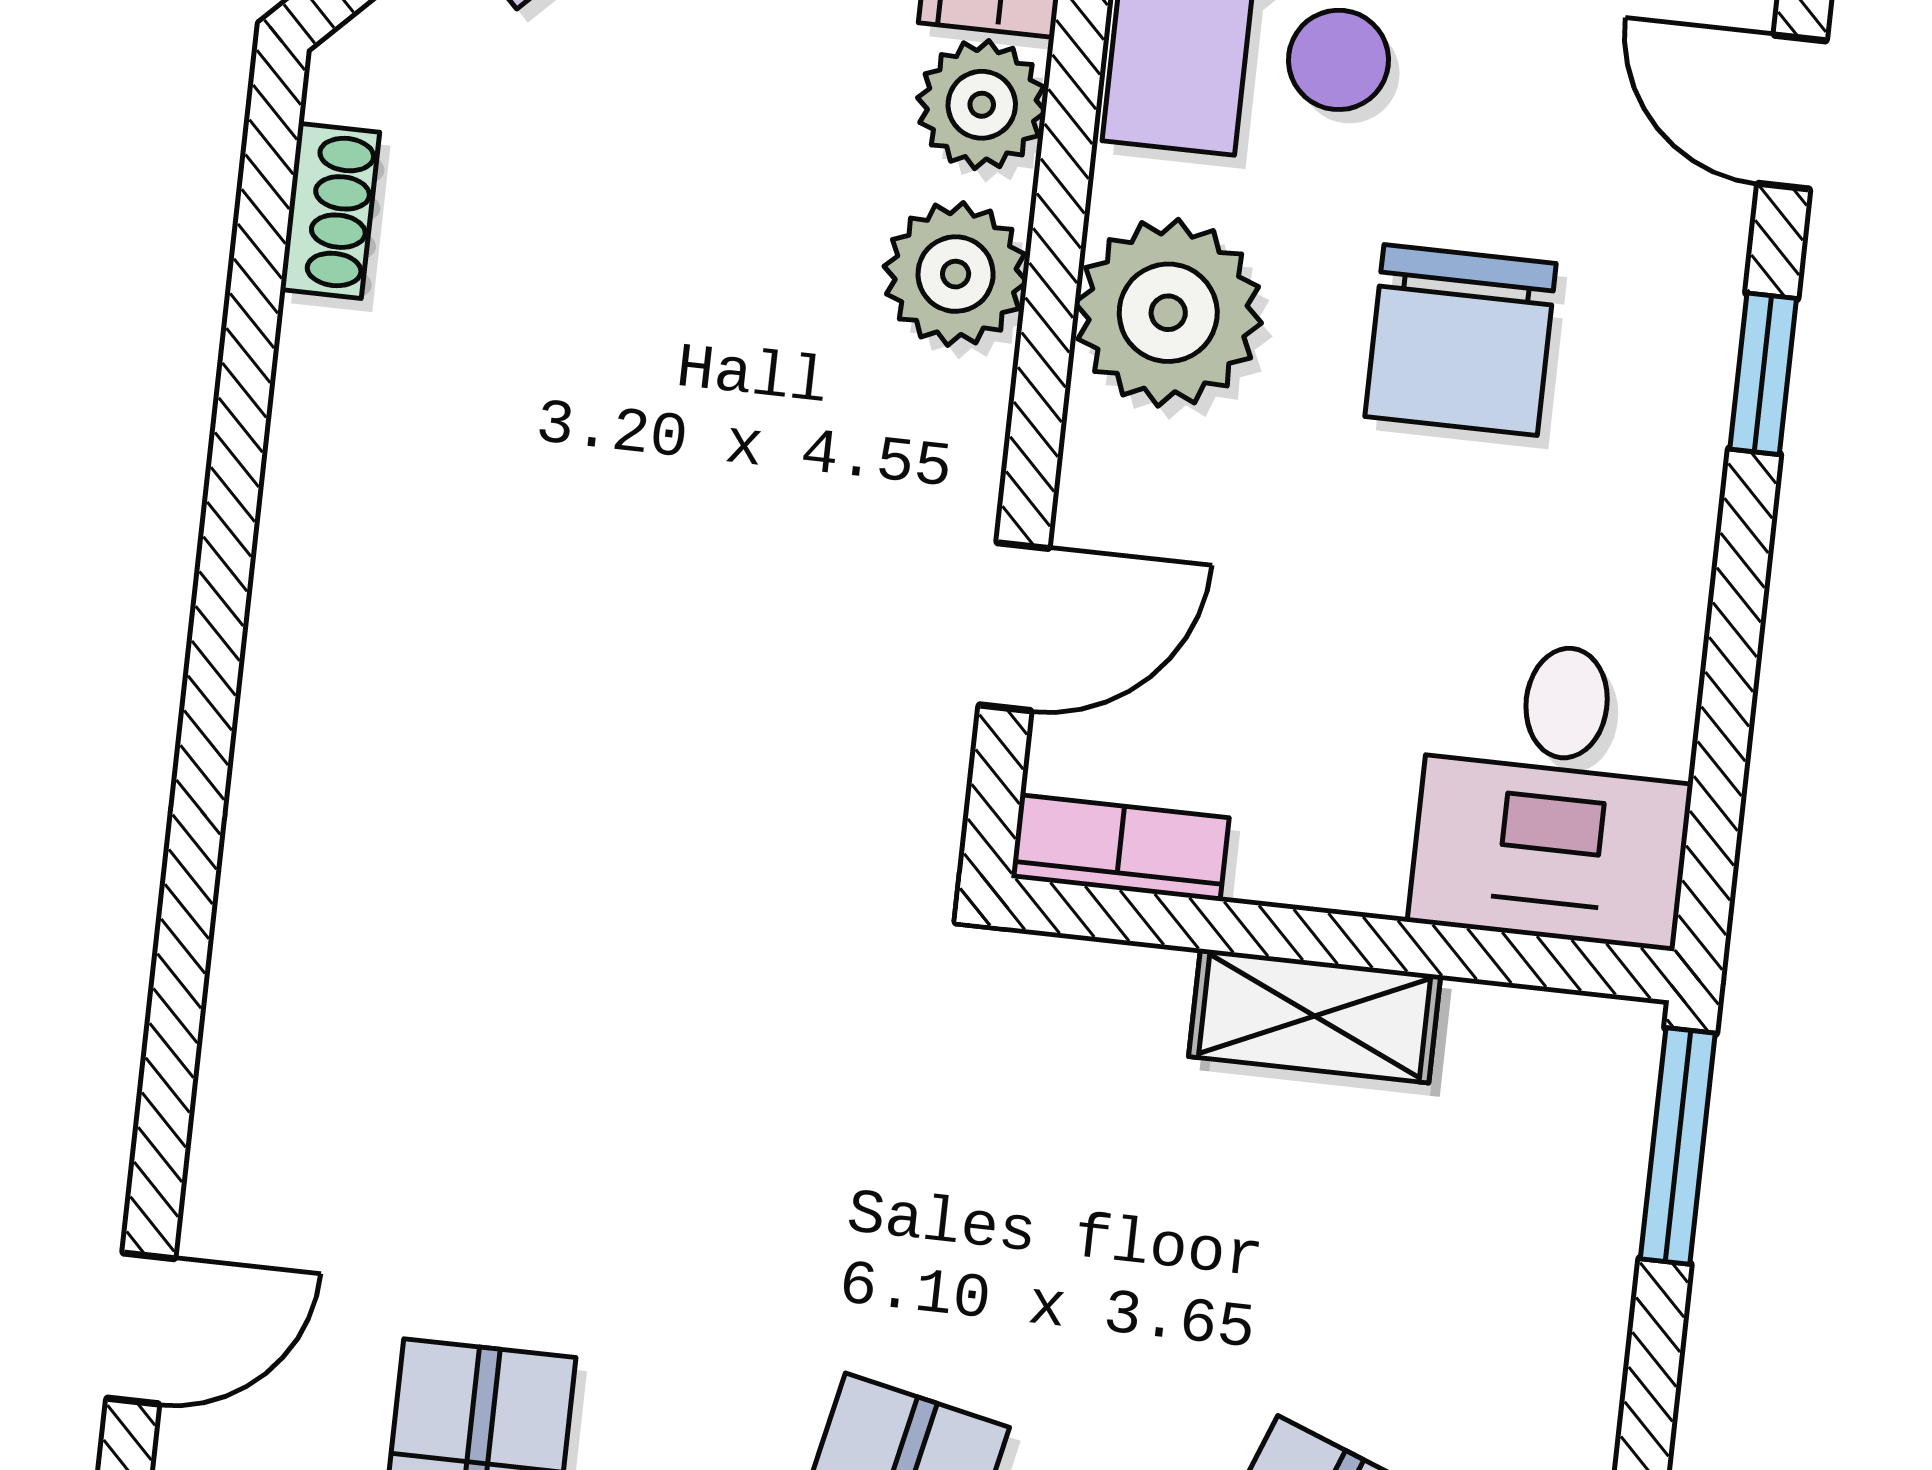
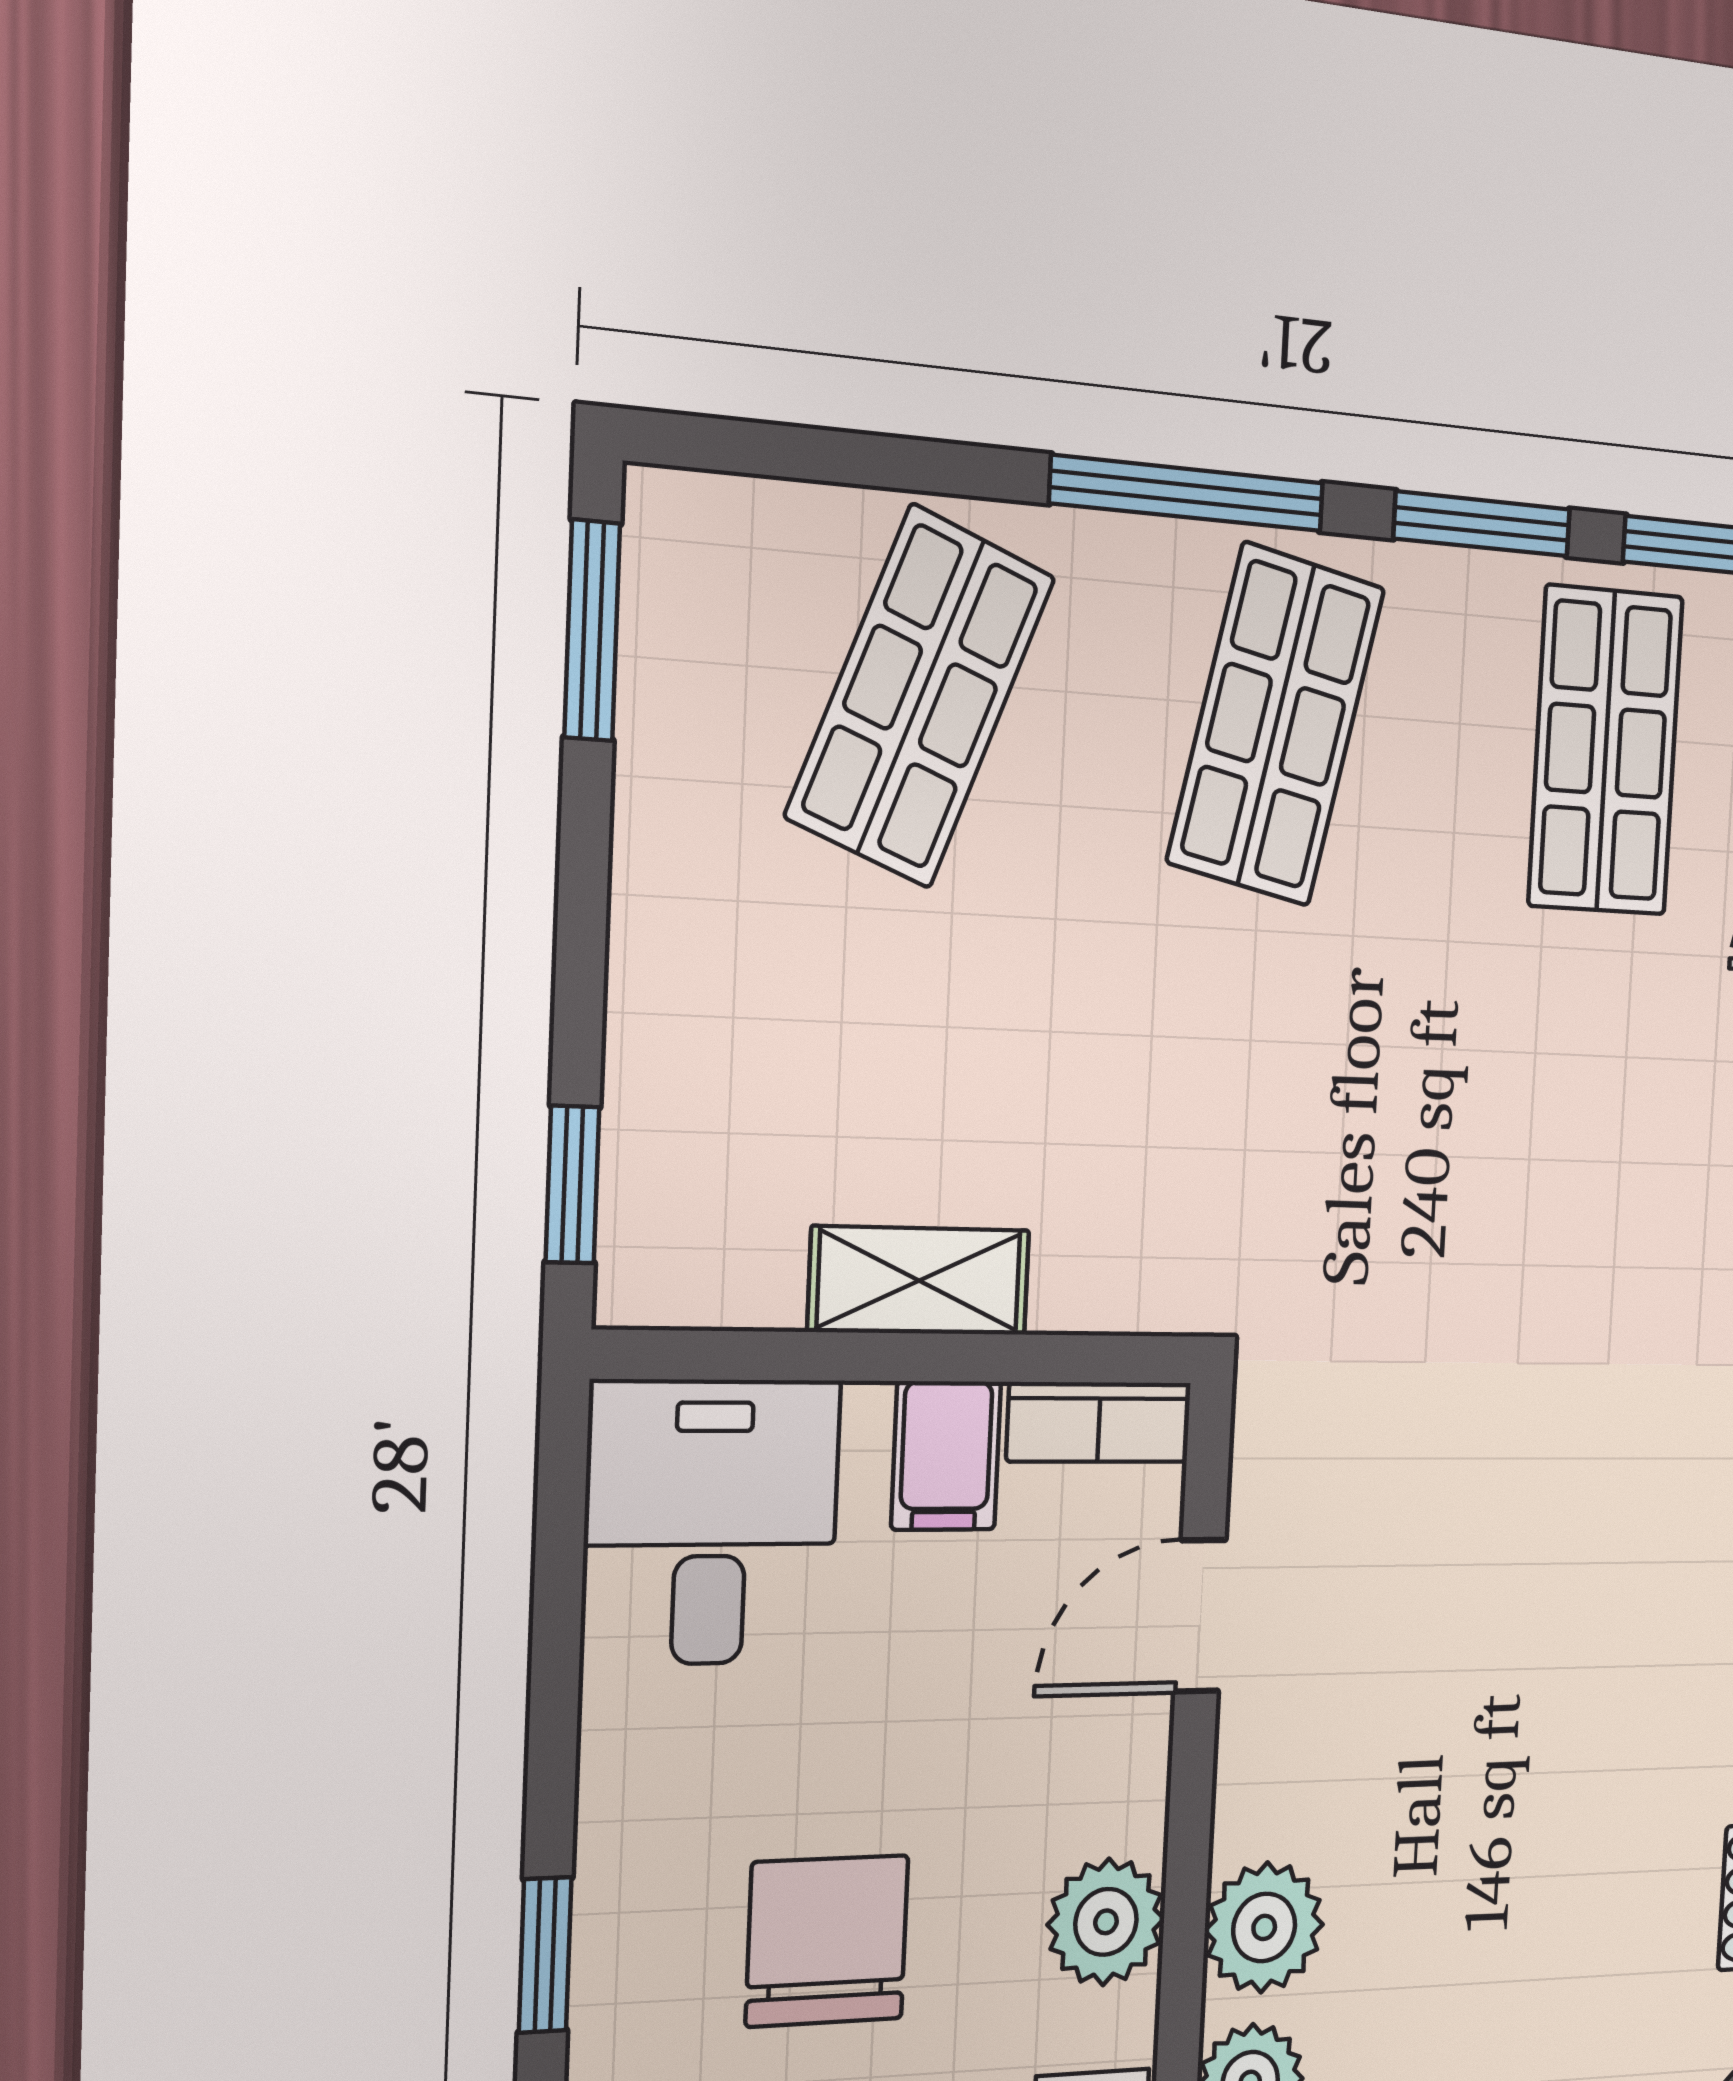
plant: (1168, 313) -> (1106, 1922), width x0.73, depth x0.73
filing cabinet: (1296, 832) -> (946, 1456), added
window: (1678, 1146) -> (572, 1185), width x0.67

